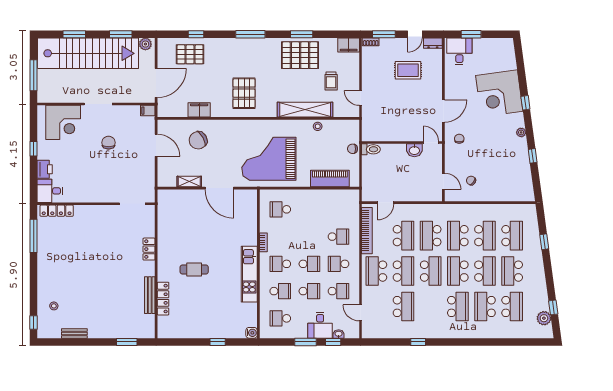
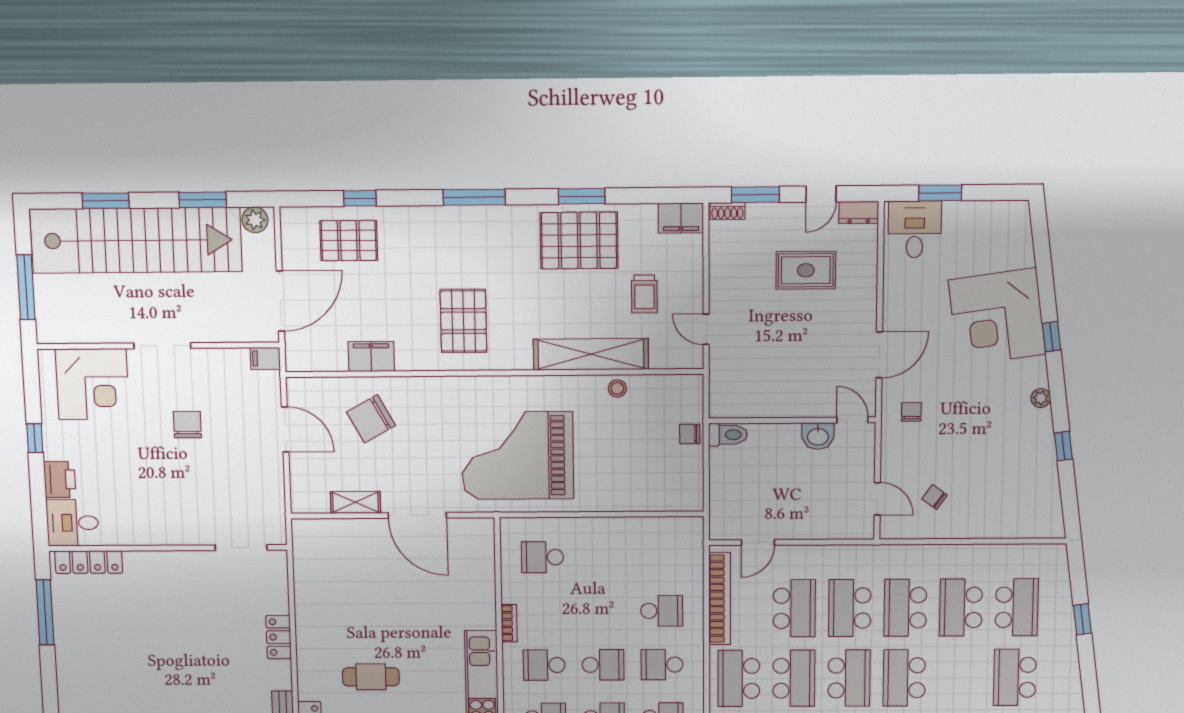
piano: (330, 179) -> (643, 495), removed
school desk: (485, 236) -> (961, 608), turned 180
school desk: (485, 271) -> (959, 678), removed

